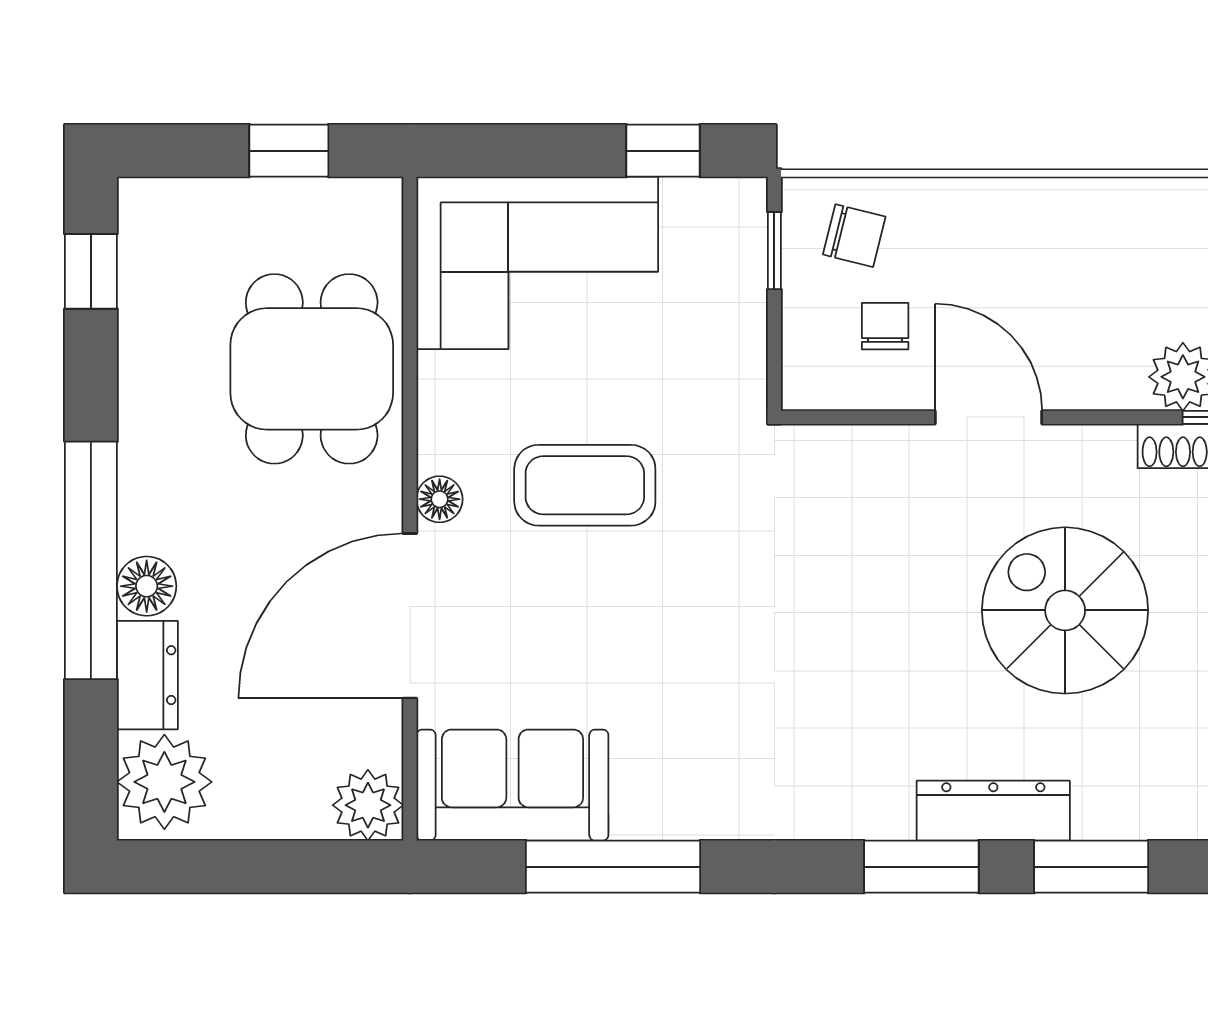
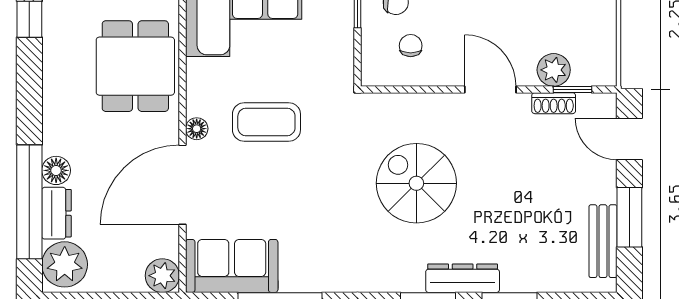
door: (989, 417) -> (490, 89), moved
window: (91, 560) -> (29, 202), moved
spiral stairs: (1065, 610) -> (416, 183), moved

